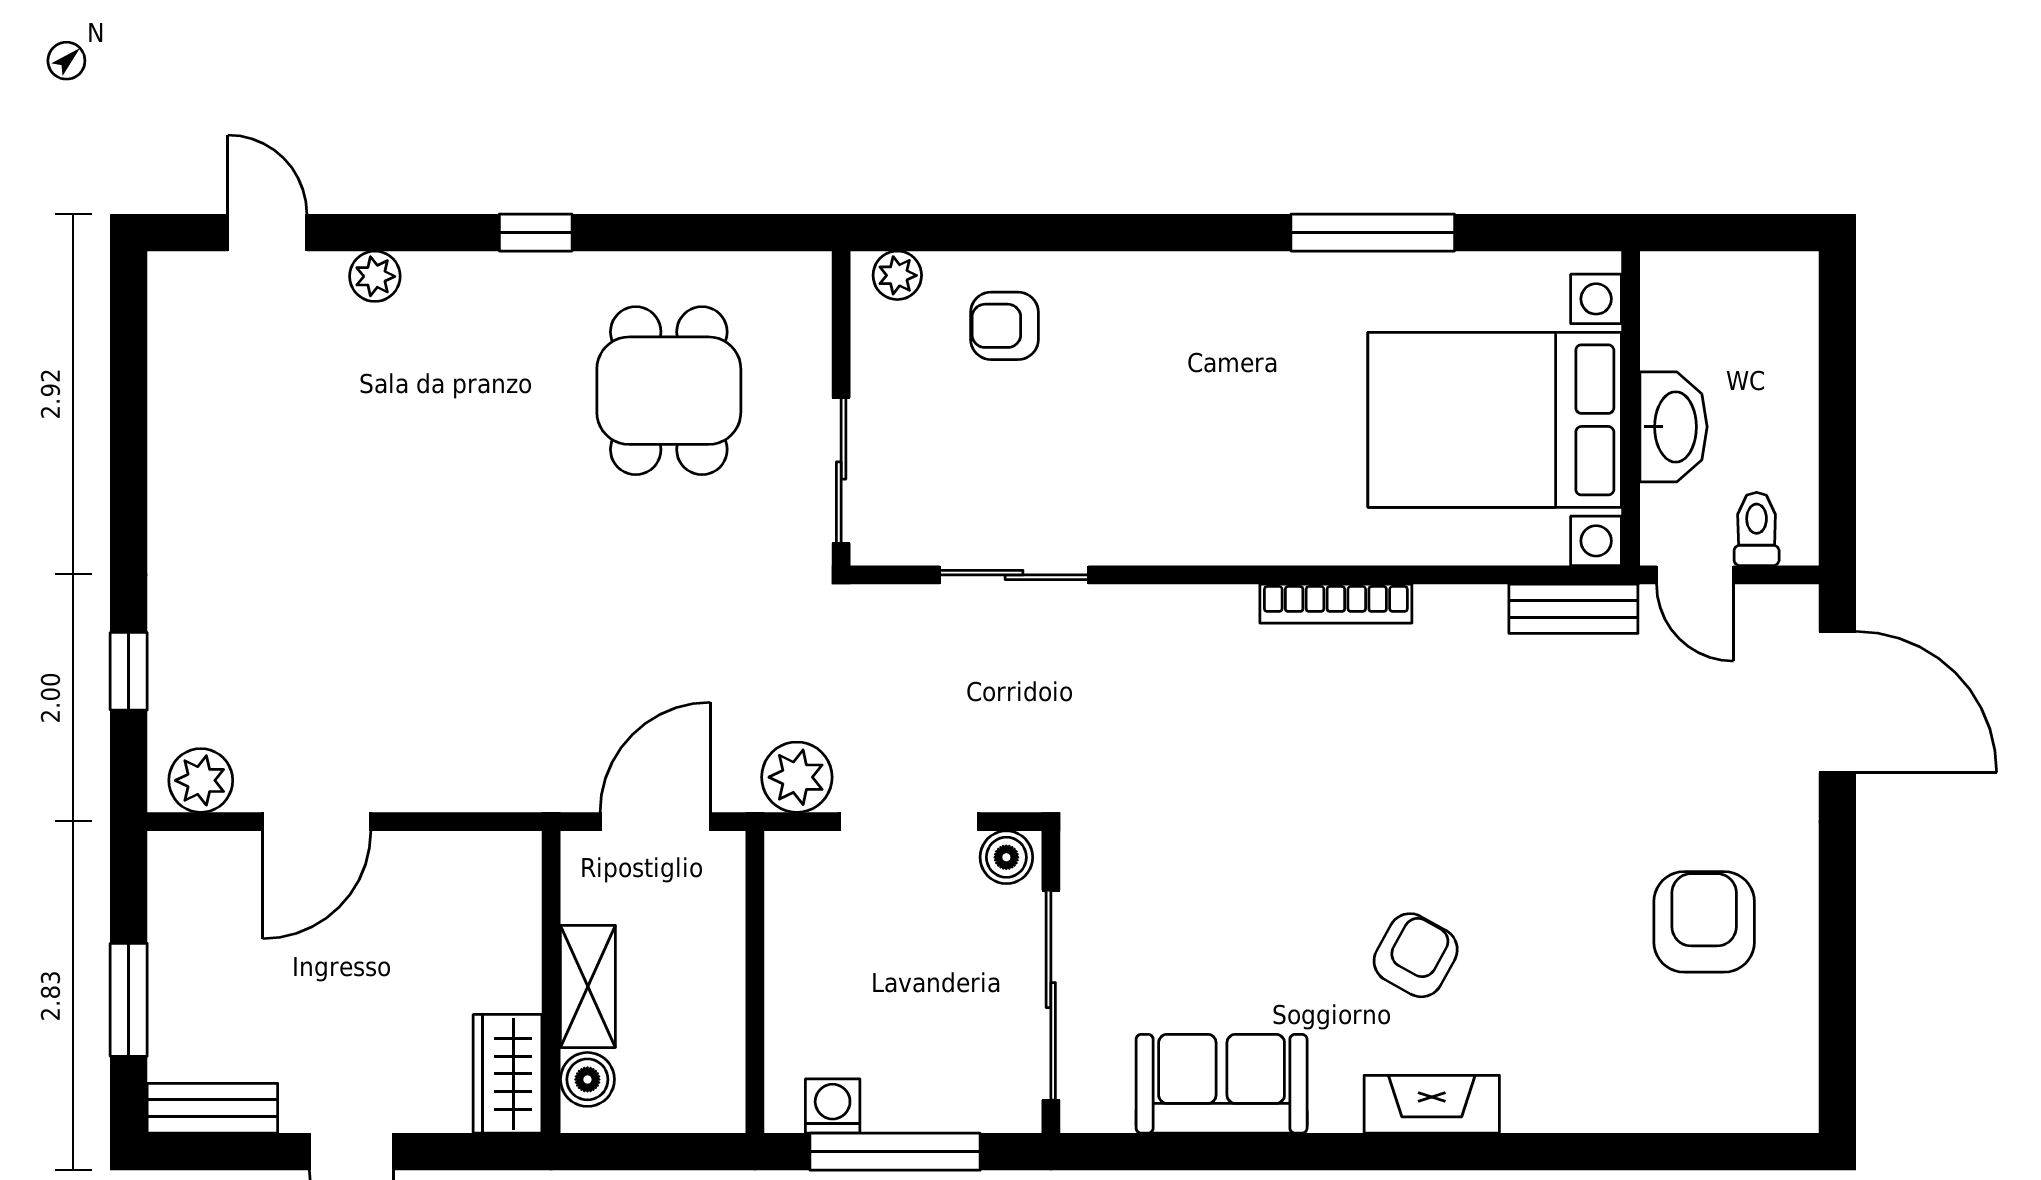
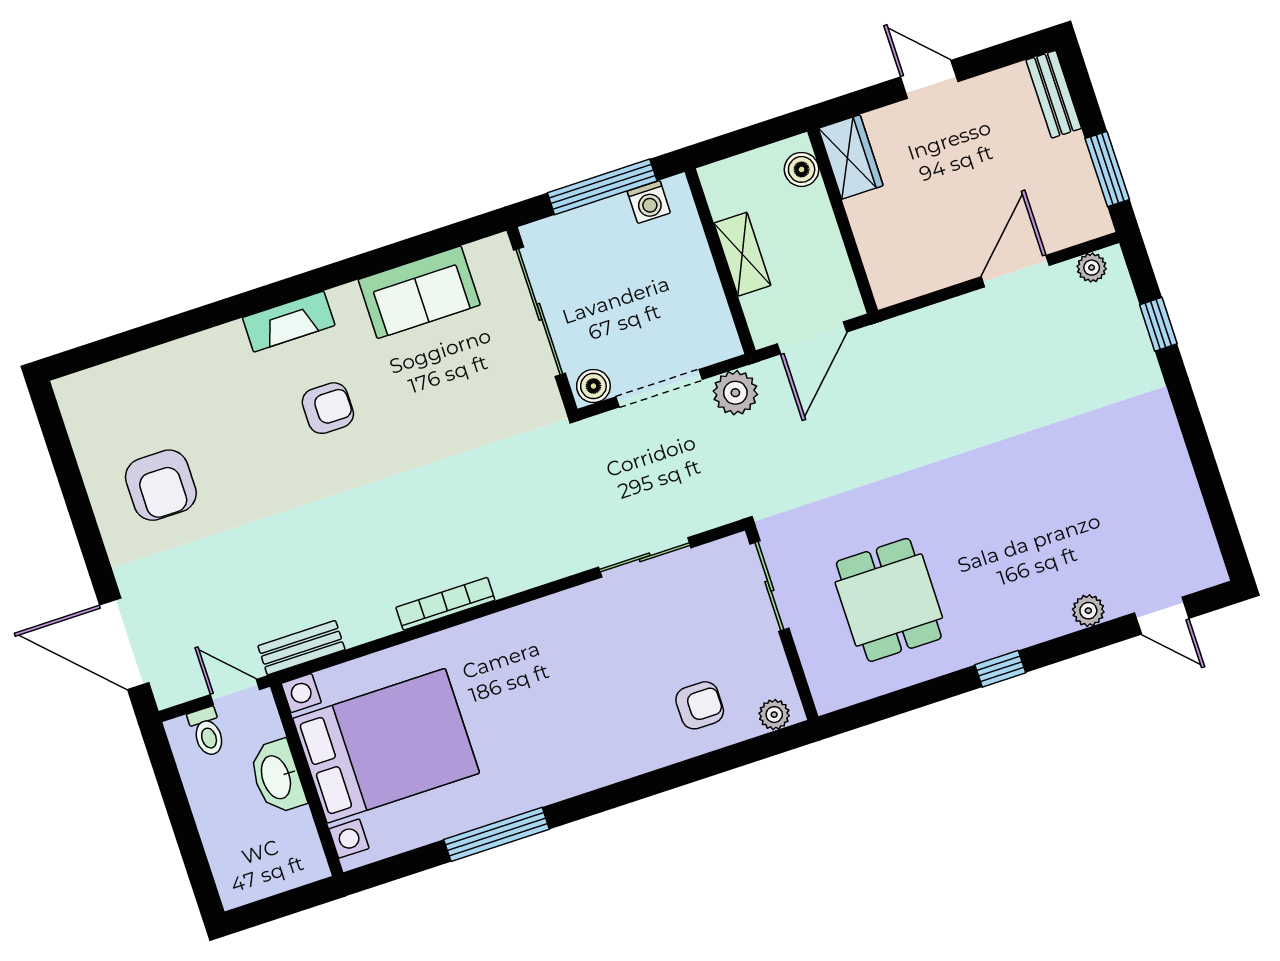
plant: (201, 780) -> (1092, 268), width x0.73, depth x0.73
armchair: (1416, 955) -> (328, 408), turned -119
shelving: (588, 986) -> (742, 254), moved
window: (129, 1000) -> (1107, 169), moved
bench: (212, 1108) -> (1054, 94), moved, turned 90

